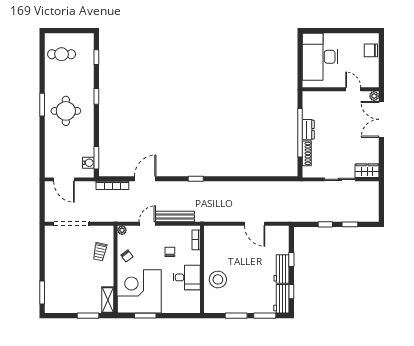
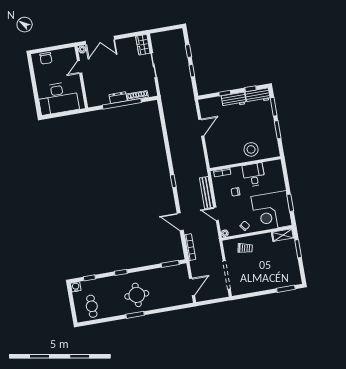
water cooler: (88, 163) -> (76, 287), moved

